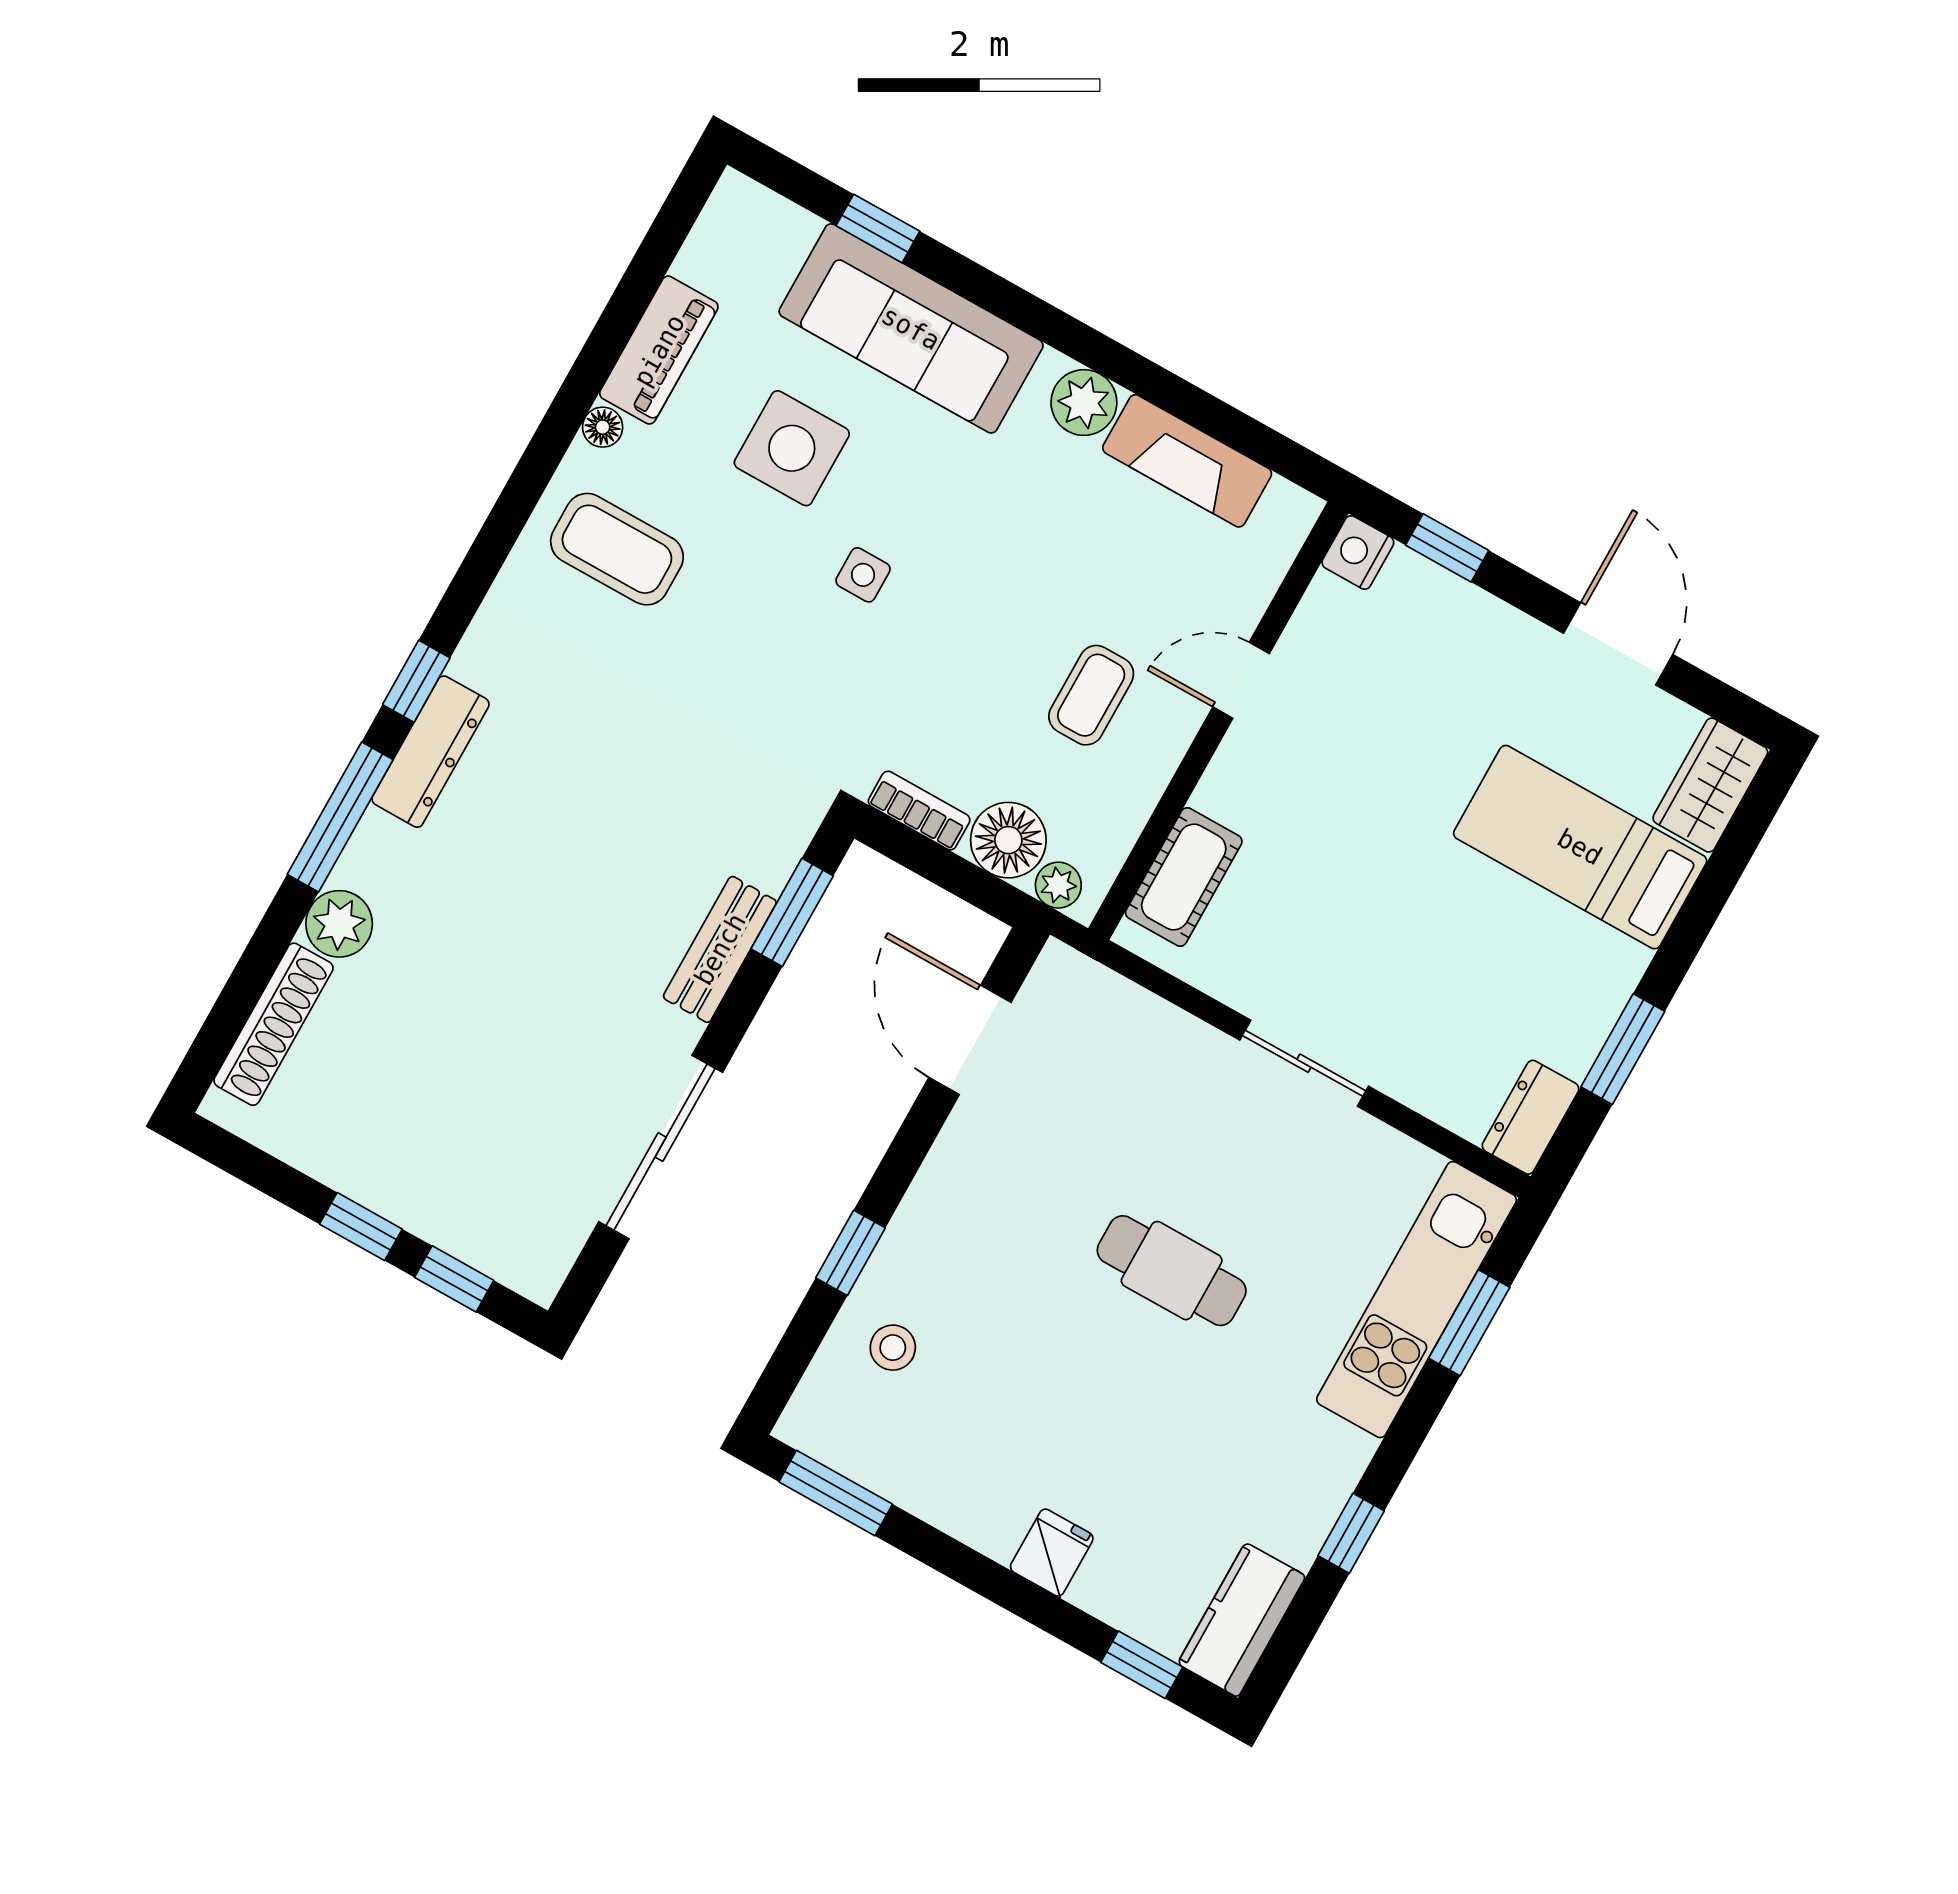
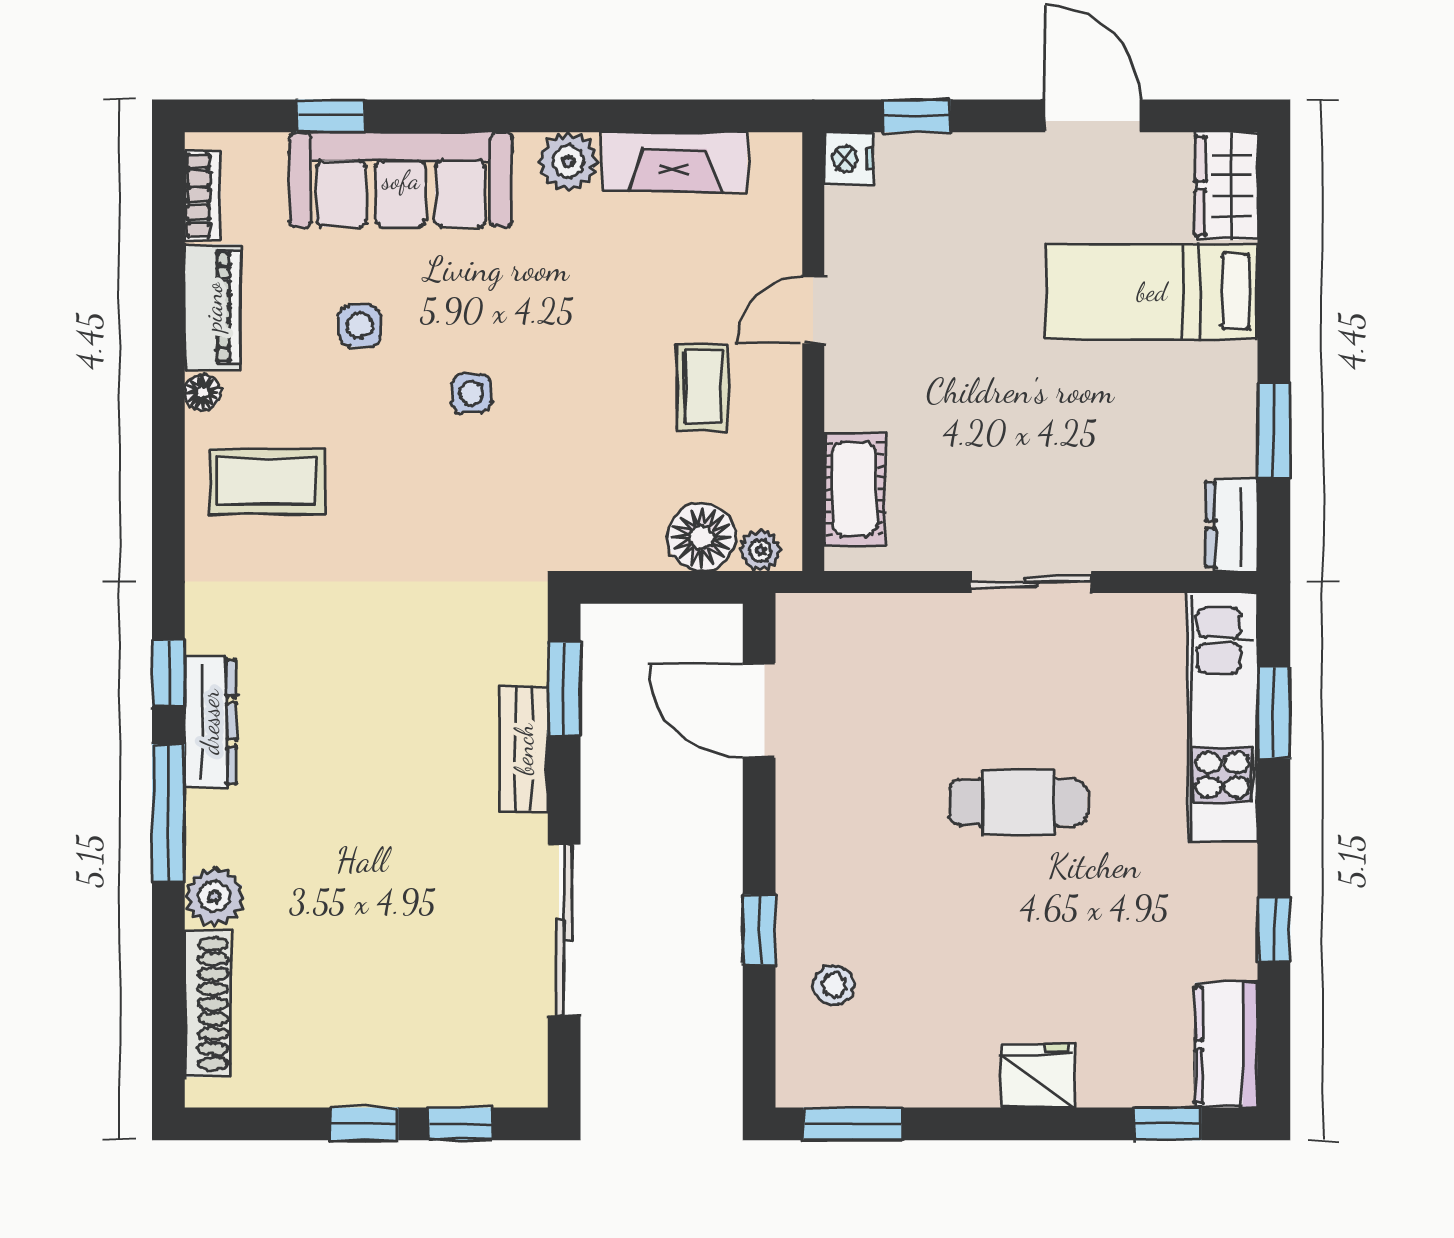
side table: (792, 448) -> (360, 326), width x0.54, depth x0.54
bookcase: (919, 811) -> (203, 196), moved, turned 90
fridge: (1052, 1553) -> (1038, 1076), width x1.38

